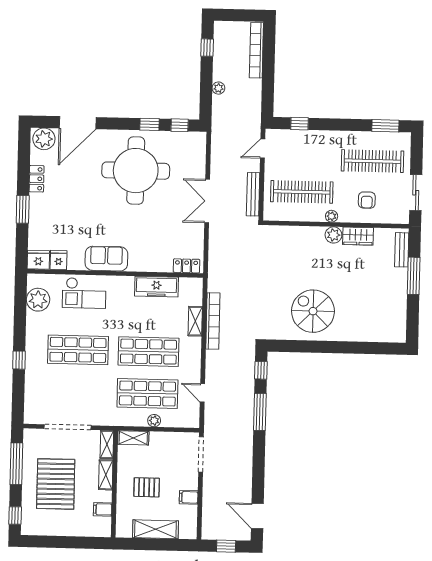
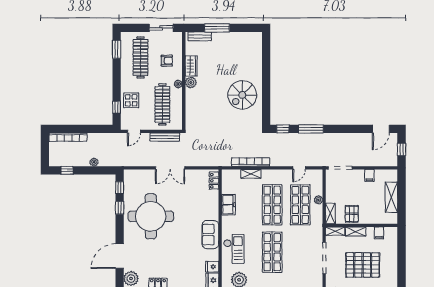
door: (78, 123) -> (120, 256), swing flipped
display table: (309, 146) -> (131, 100), added
door: (263, 149) -> (134, 131), hinge flipped
freezer: (156, 287) -> (228, 205), width x0.71
pallet: (147, 487) -> (352, 214), moved

